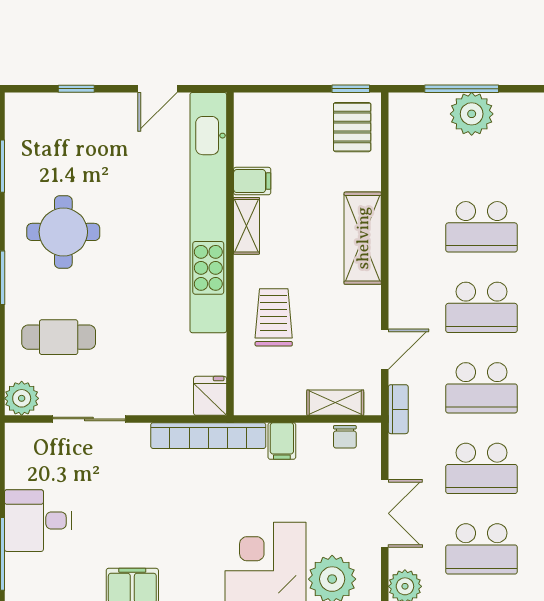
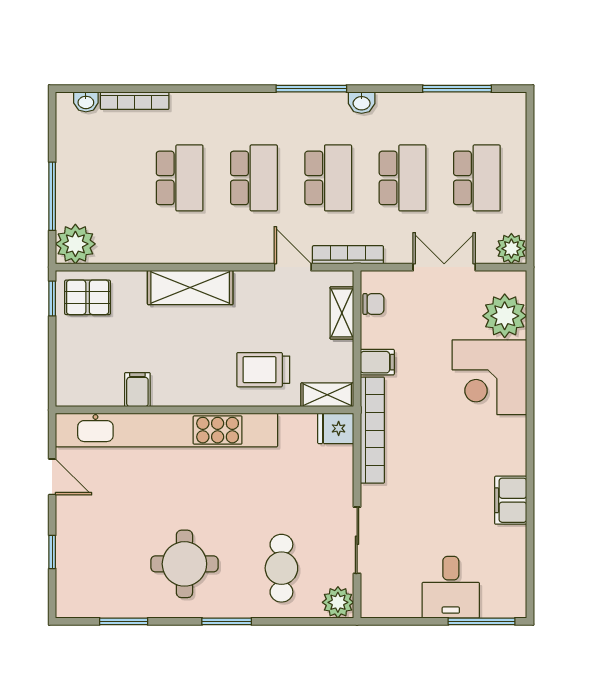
plant: (472, 114) -> (75, 244), moved
shelving: (246, 226) -> (327, 395), moved
bookcase: (398, 409) -> (348, 255), width x1.56

